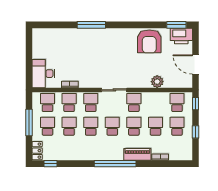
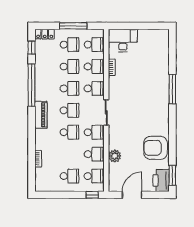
school desk: (155, 126) -> (93, 154), moved
window: (196, 132) -> (64, 195), removed
piano: (137, 154) -> (41, 115), moved
window: (115, 164) -> (32, 85), moved

